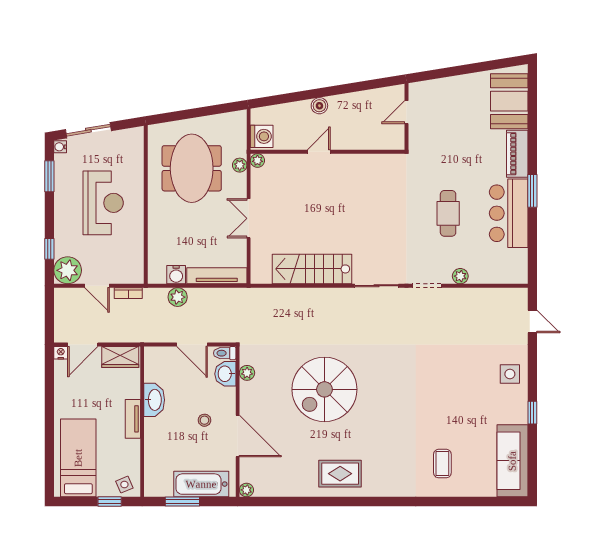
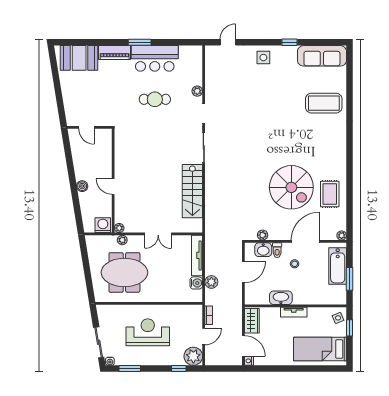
toilet: (225, 353) -> (277, 250), moved
spiral stairs: (324, 389) -> (291, 187), moved
coffee table: (442, 464) -> (324, 103), width x1.86, depth x1.72
rug: (340, 474) -> (330, 194), moved

